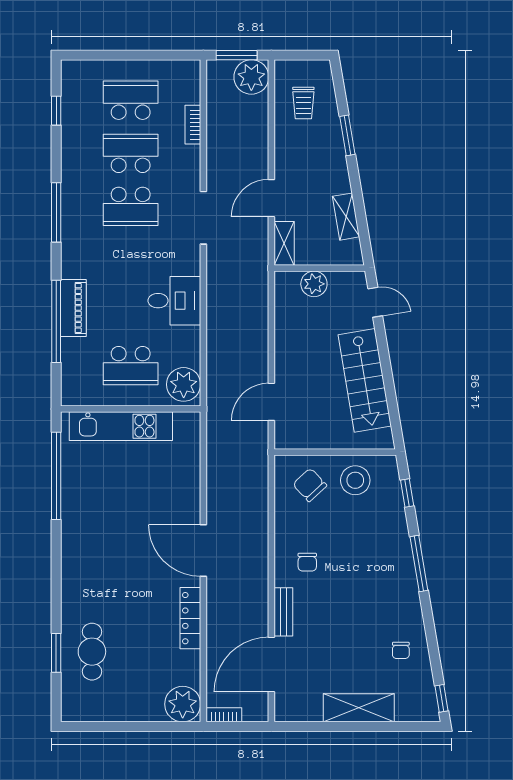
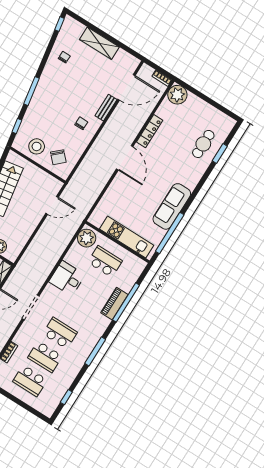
sofa: (79, 520) -> (172, 206), added

